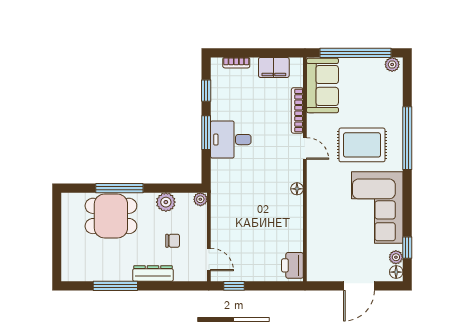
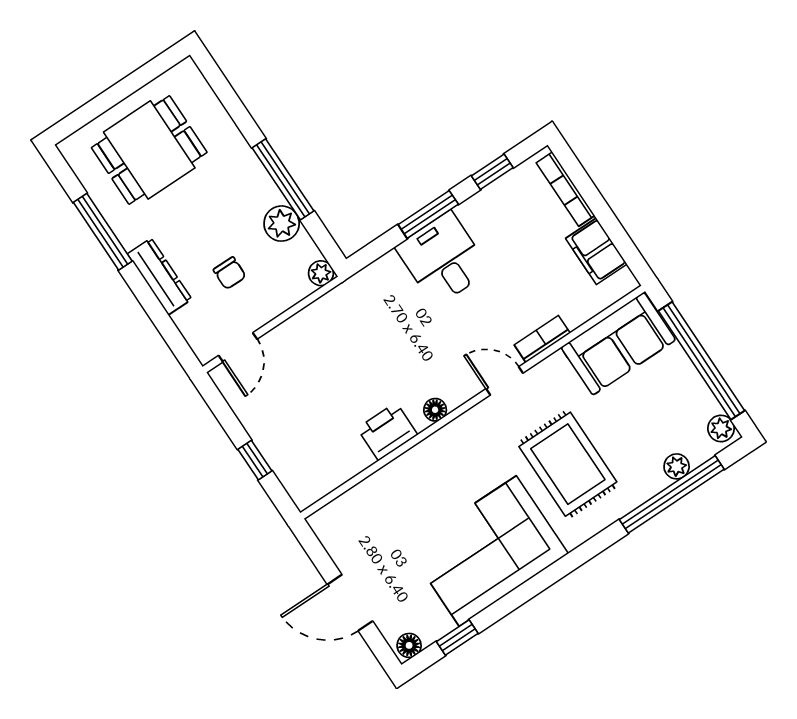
bookcase: (236, 63) -> (565, 189), width x1.56
bookcase: (297, 110) -> (542, 339), width x0.64
window: (407, 138) -> (672, 494), moved
door: (305, 148) -> (504, 381), swing flipped
window: (119, 188) -> (283, 179), moved
dining table: (111, 216) -> (149, 150), moved, turned 90
plant: (396, 257) -> (677, 466), moved
printer: (292, 265) -> (387, 432), moved
window: (234, 286) -> (255, 460), moved

